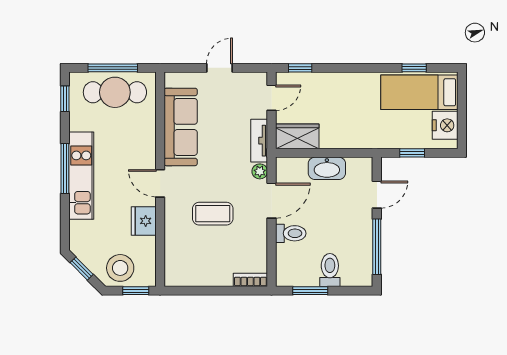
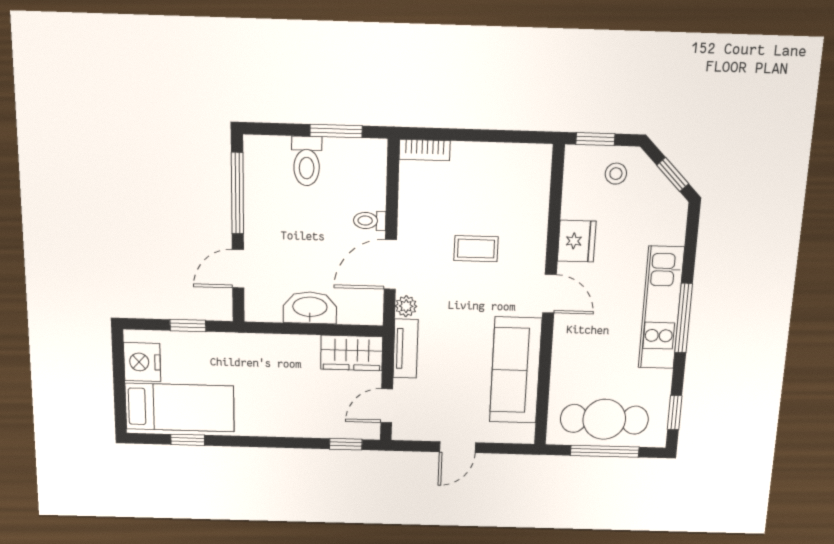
coffee table: (213, 214) -> (476, 249), width x0.73, depth x0.77
toilet: (291, 233) -> (370, 221), width x0.73, depth x0.72
stool: (120, 268) -> (616, 174), width x0.53, depth x0.53

